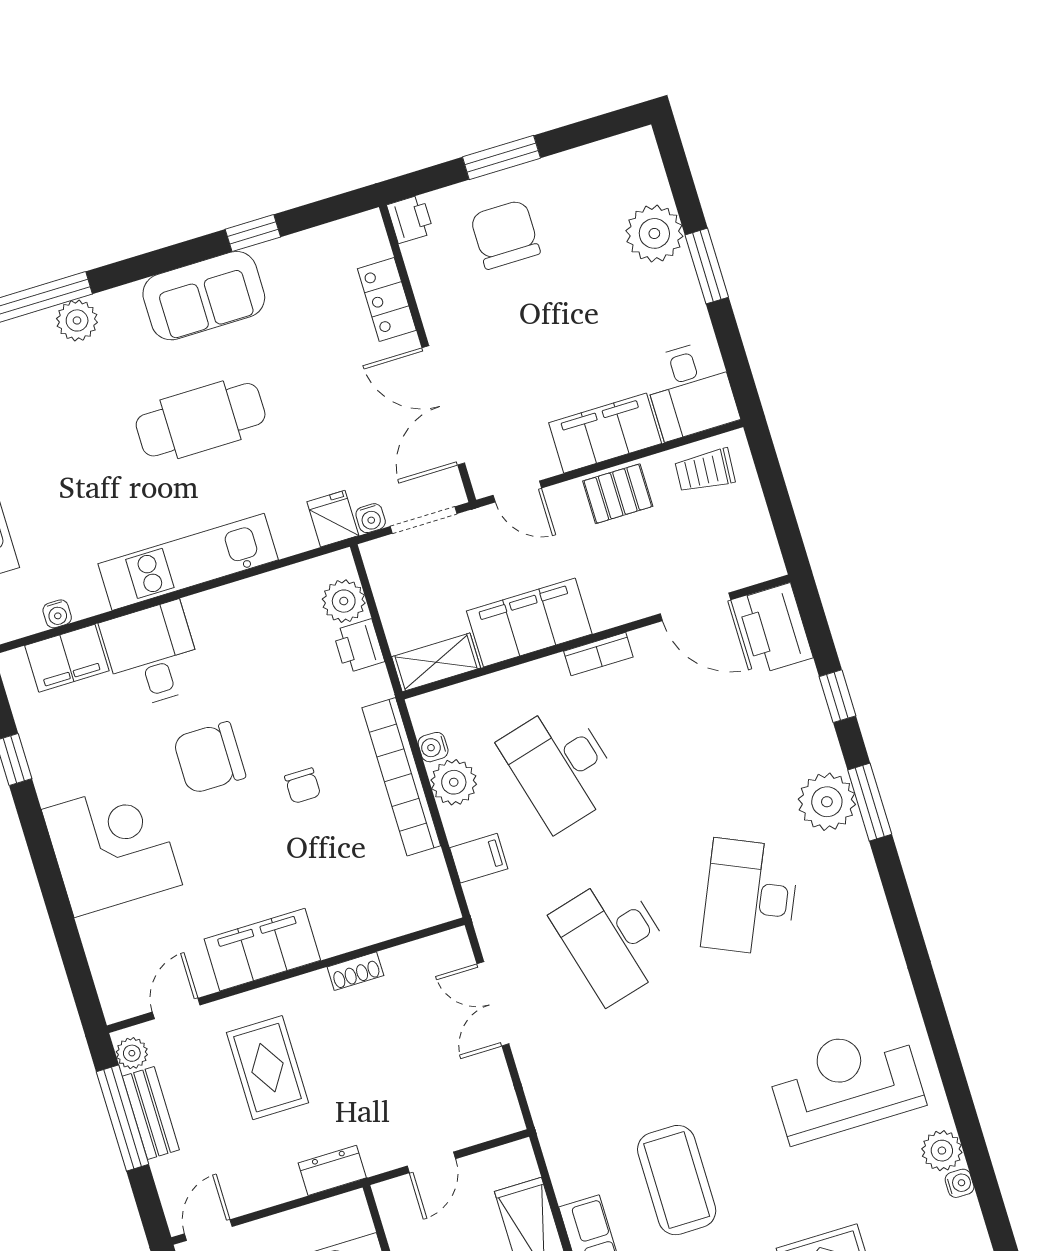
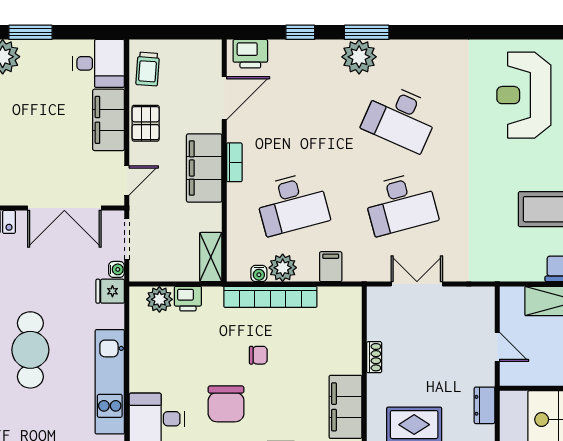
filing cabinet: (529, 622) -> (204, 168), moved
printer: (775, 628) -> (250, 54), width x0.73, depth x0.84
double door: (493, 1004) -> (417, 284), swing flipped

